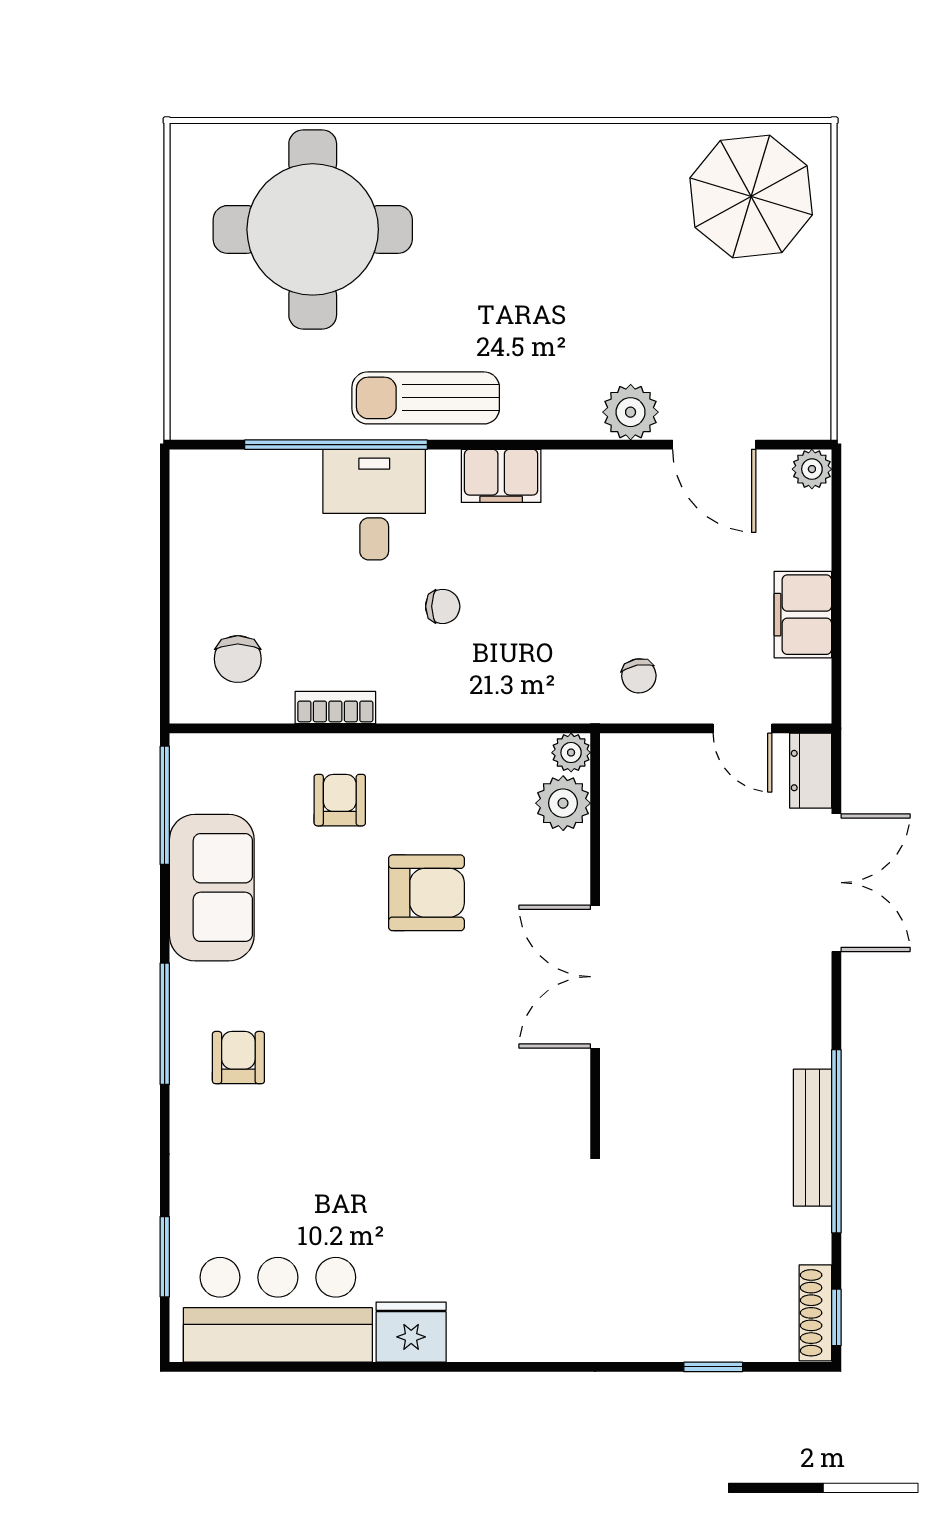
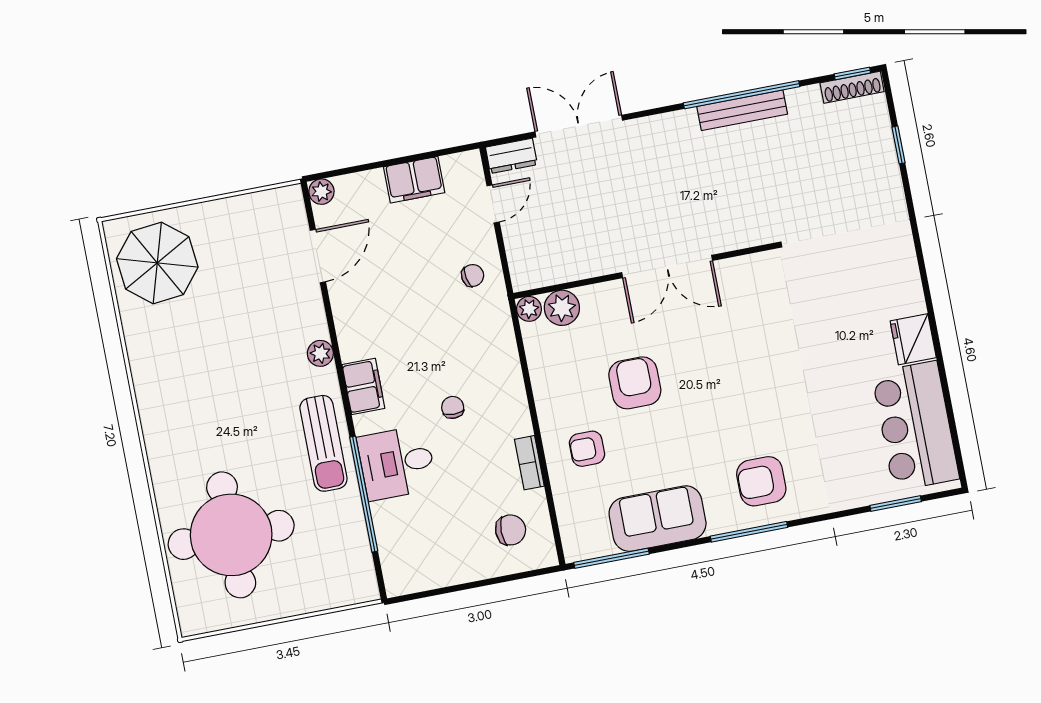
plant: (631, 412) -> (320, 353), moved, width x0.73, depth x0.73
armchair: (238, 1058) -> (761, 481), width x1.38, depth x1.38

